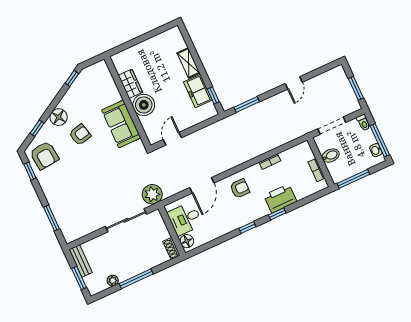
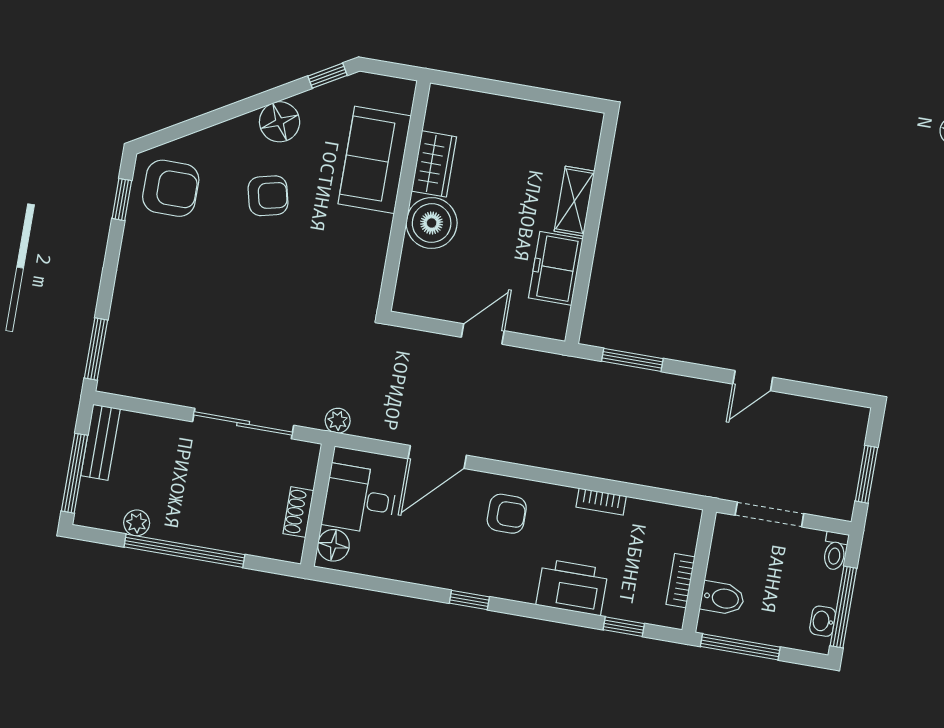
window: (213, 95) -> (579, 297), removed
floor lamp: (59, 117) -> (280, 122), moved
sofa: (121, 124) -> (375, 160), moved
window: (37, 128) -> (193, 126), removed
door: (172, 139) -> (483, 334), moved
armchair: (44, 155) -> (171, 188), turned -84
bidet: (331, 156) -> (722, 598), moved
plant: (152, 194) -> (338, 421), width x0.53, depth x0.53
window: (277, 214) -> (624, 627), moved
window: (51, 218) -> (96, 349), moved
shoe rack: (171, 248) -> (298, 512), moved
window: (79, 278) -> (75, 473), width x1.44
window: (136, 279) -> (184, 551), width x1.46

